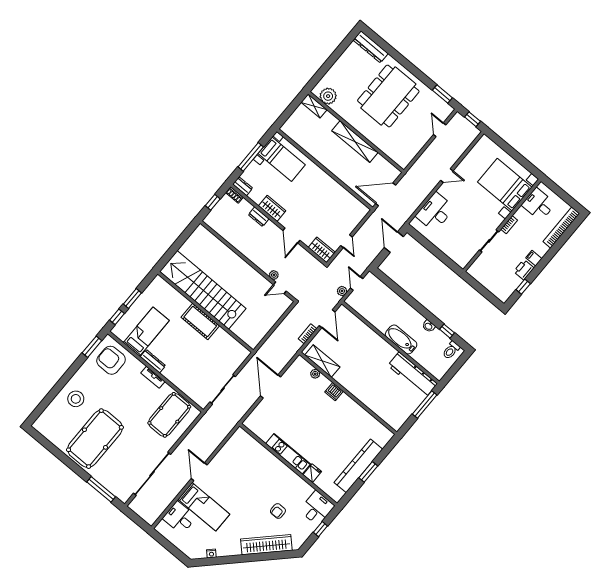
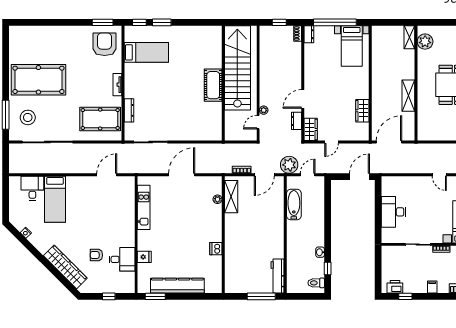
shelving: (355, 142) -> (408, 96), width x0.68
window: (251, 157) -> (335, 22), width x1.46
door: (386, 194) -> (389, 142), hinge flipped
wardrobe: (272, 208) -> (362, 111), moved, turned 180
desk: (435, 212) -> (393, 212), moved, turned -90
dresser: (259, 217) -> (296, 121), moved
printer: (524, 270) -> (395, 287), moved
door: (280, 288) -> (258, 122), hinge flipped
stairs: (203, 290) -> (237, 68), moved
plant: (342, 291) -> (289, 165), width x1.88, depth x1.88
wall: (206, 312) -> (223, 83), moved
cot: (200, 321) -> (213, 85), moved
bathtub: (401, 339) -> (294, 205), moved
dresser: (153, 361) -> (129, 110), moved
workbench: (413, 375) -> (278, 276), width x0.73, depth x0.76
dishwasher: (334, 392) -> (216, 249), moved
stool: (76, 399) -> (28, 117), moved
kitchen unit: (288, 454) -> (144, 207), moved
door: (199, 472) -> (107, 175), moved
window: (368, 472) -> (155, 296), moved
desk: (317, 508) -> (122, 259), moved

